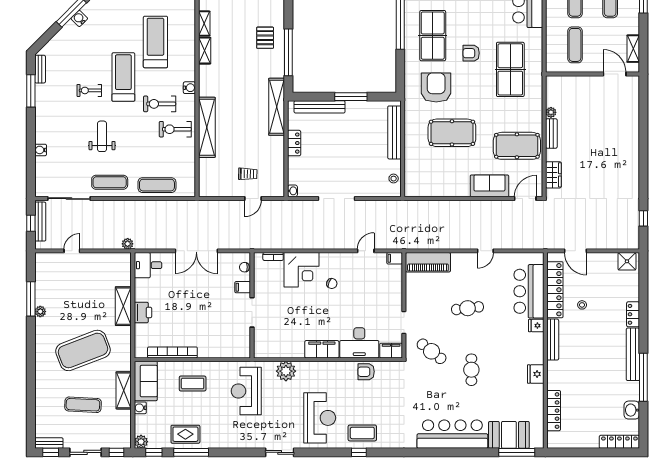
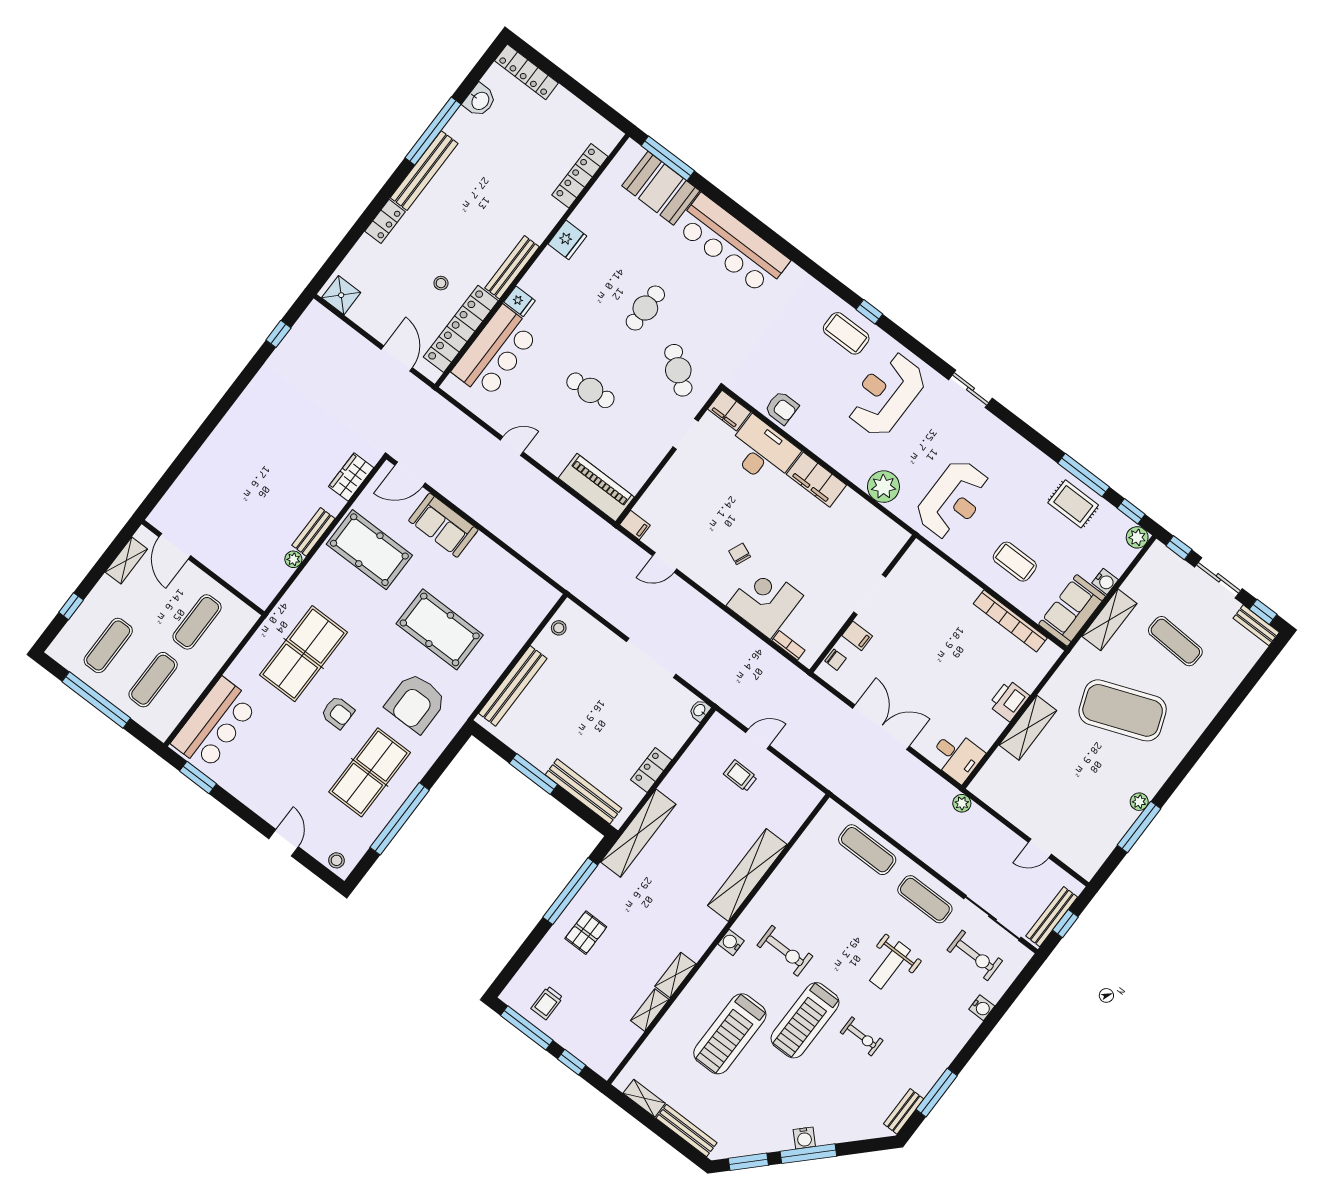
exercise bike: (175, 129) -> (975, 955), moved

